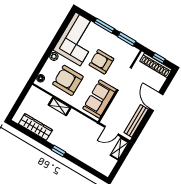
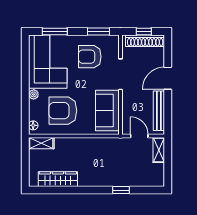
window: (104, 26) -> (55, 31), moved
armchair: (101, 62) -> (90, 57), moved
door: (156, 102) -> (168, 78), hinge flipped
shelving: (59, 106) -> (41, 143), moved
door: (111, 131) -> (139, 136), swing flipped
window: (58, 151) -> (121, 190), moved

